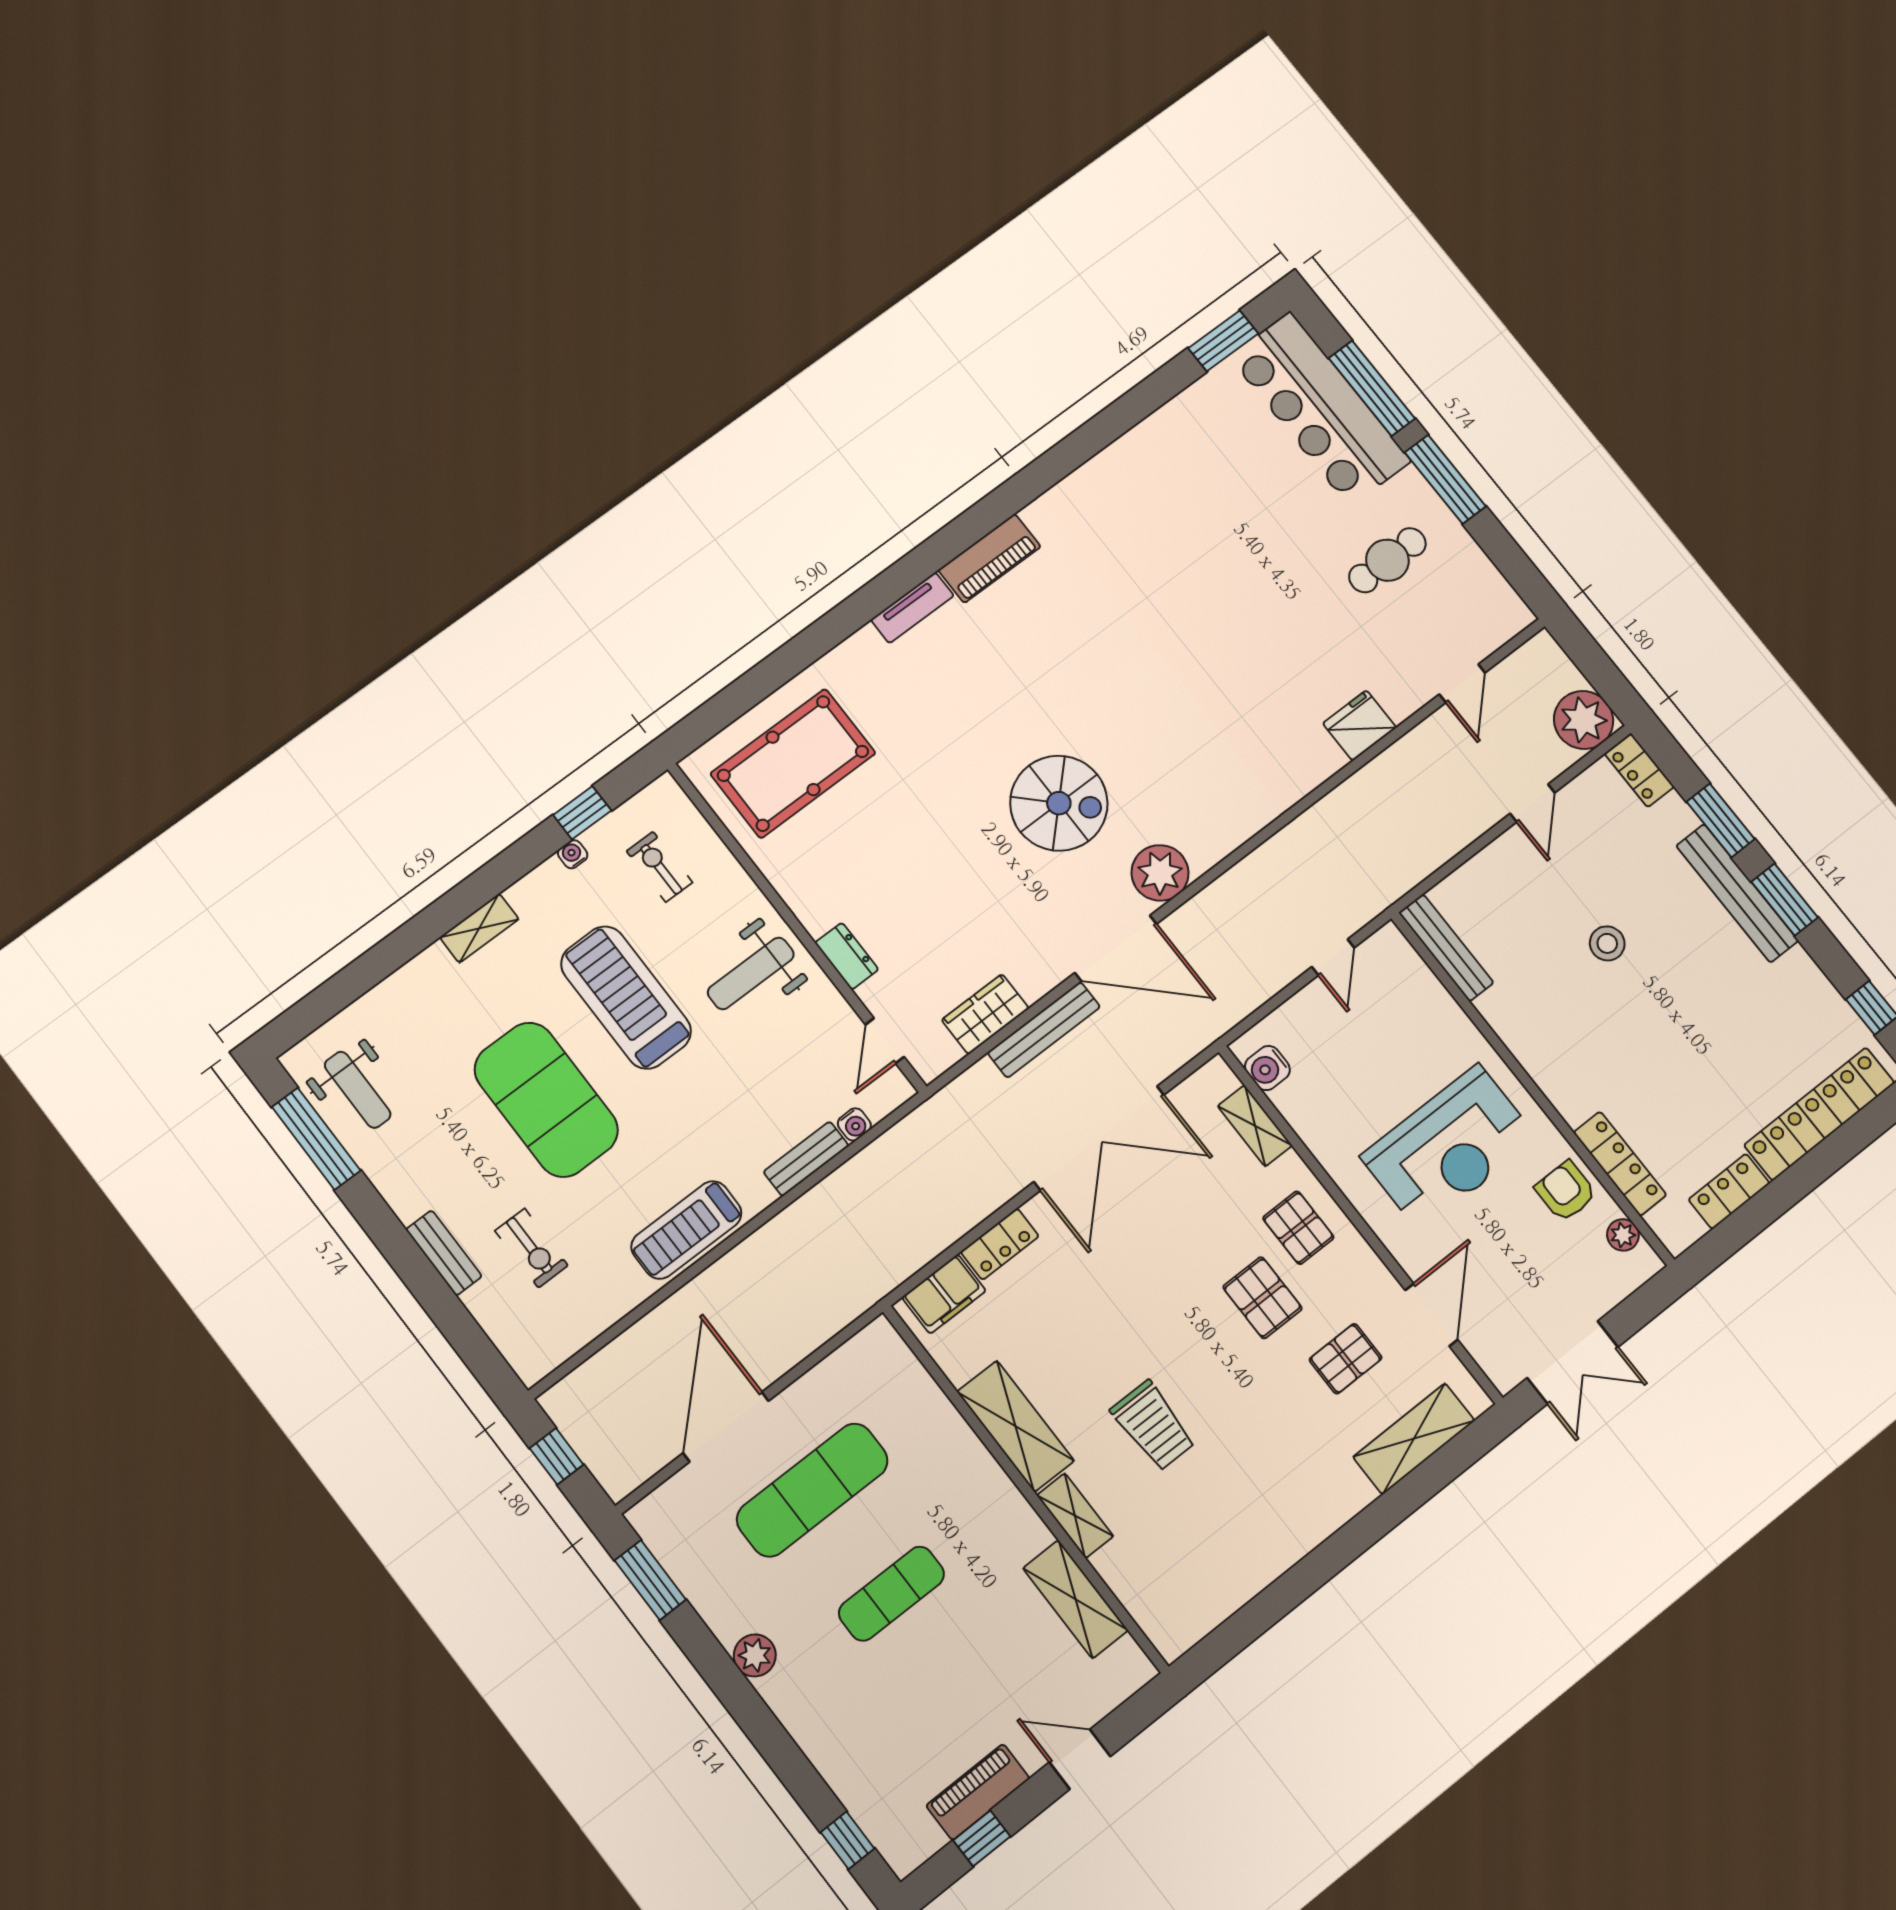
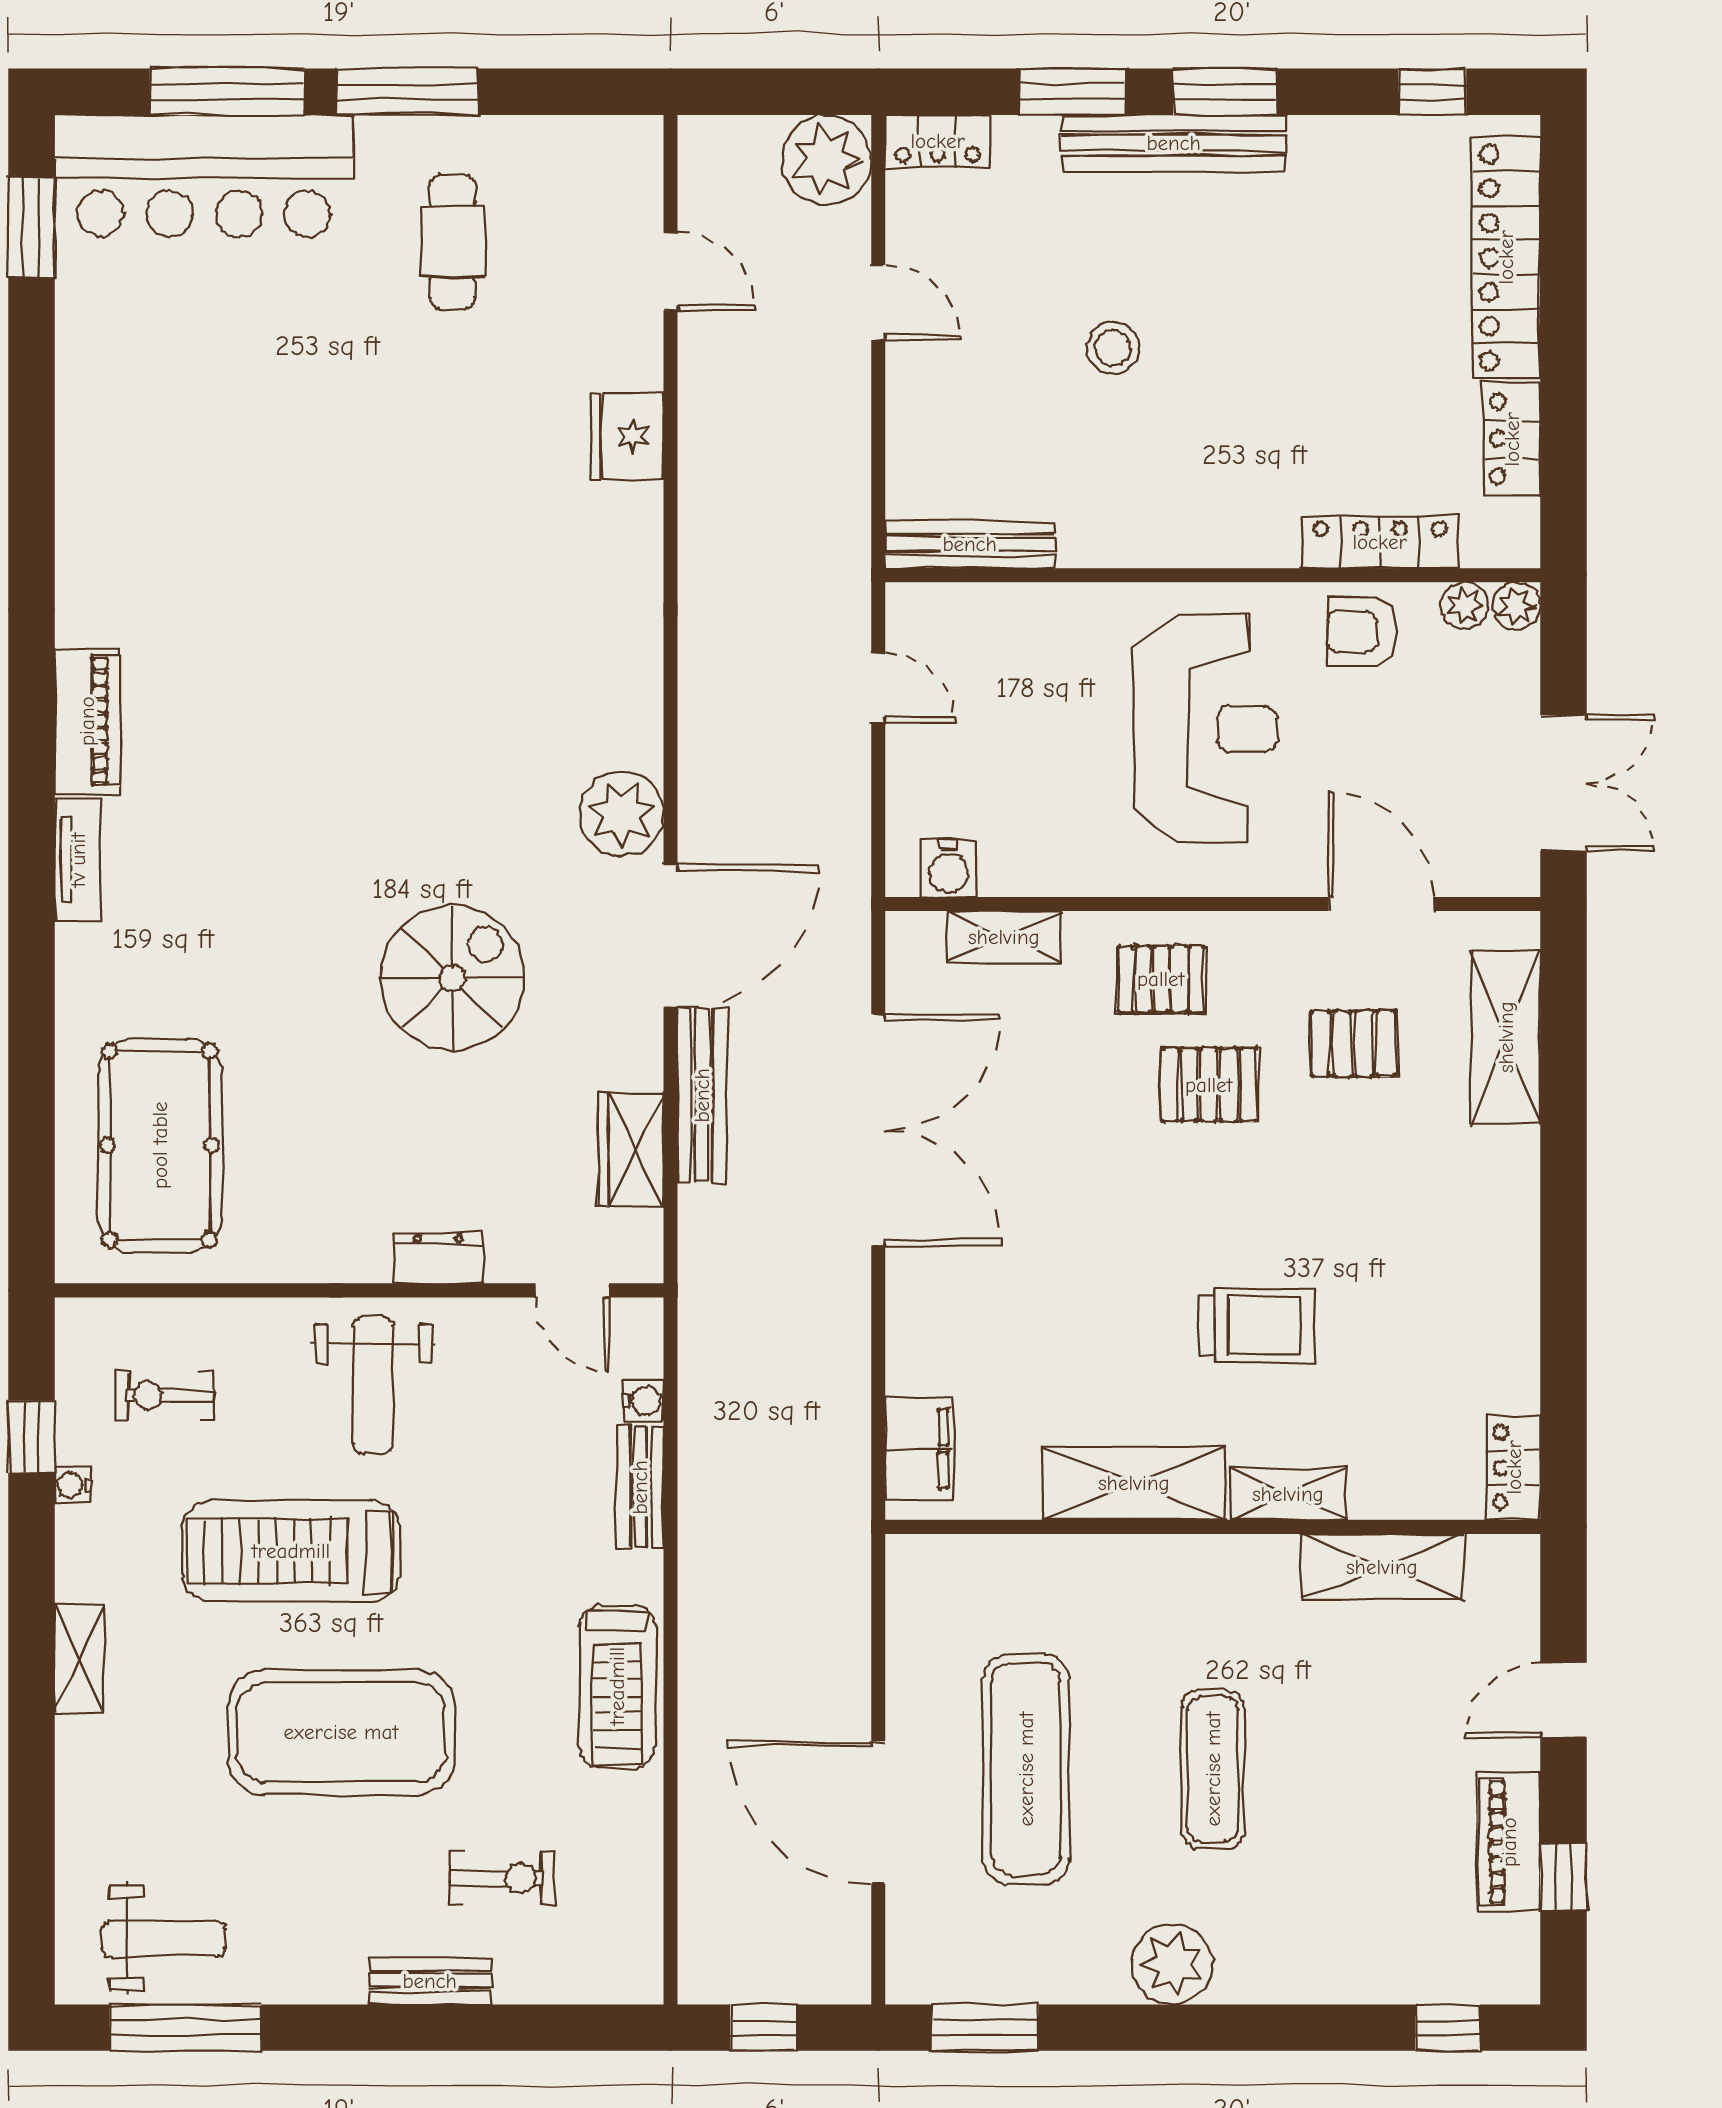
spiral stairs: (1059, 803) -> (452, 978), moved
locker: (1000, 1244) -> (1514, 1467), moved, turned 180
plant: (1645, 1263) -> (1516, 606), added
pallet: (1346, 1359) -> (1353, 1044), turned 90
plant: (755, 1655) -> (1172, 1964), width x1.36, depth x1.36

